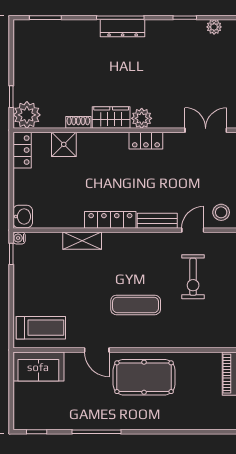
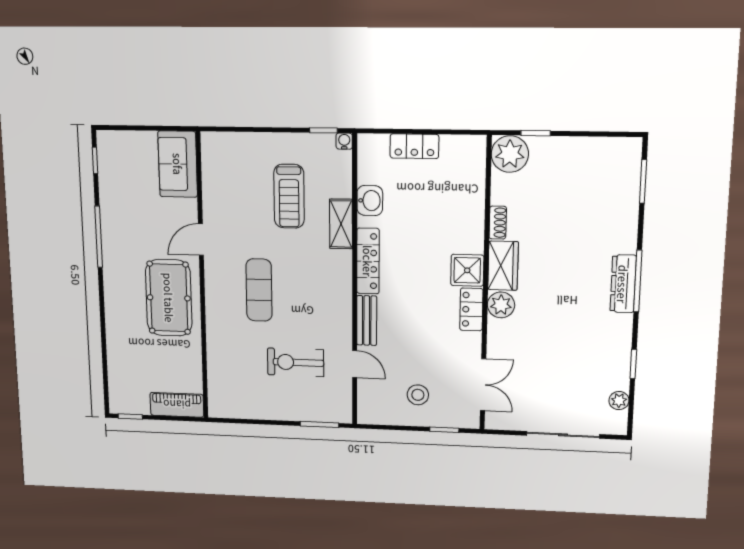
shower: (64, 144) -> (467, 270), moved
locker: (22, 150) -> (414, 146), moved
stool: (221, 212) -> (418, 395), moved
washbasin: (23, 217) -> (370, 201), moved, turned -90
treadmill: (41, 328) -> (289, 196), moved

